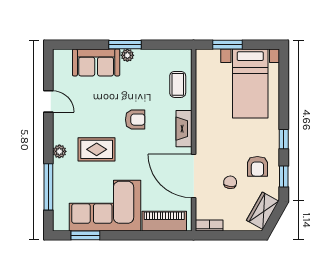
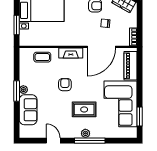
door: (48, 101) -> (53, 141), hinge flipped
rug: (97, 149) -> (84, 109), turned 90
window: (48, 187) -> (90, 141), moved

